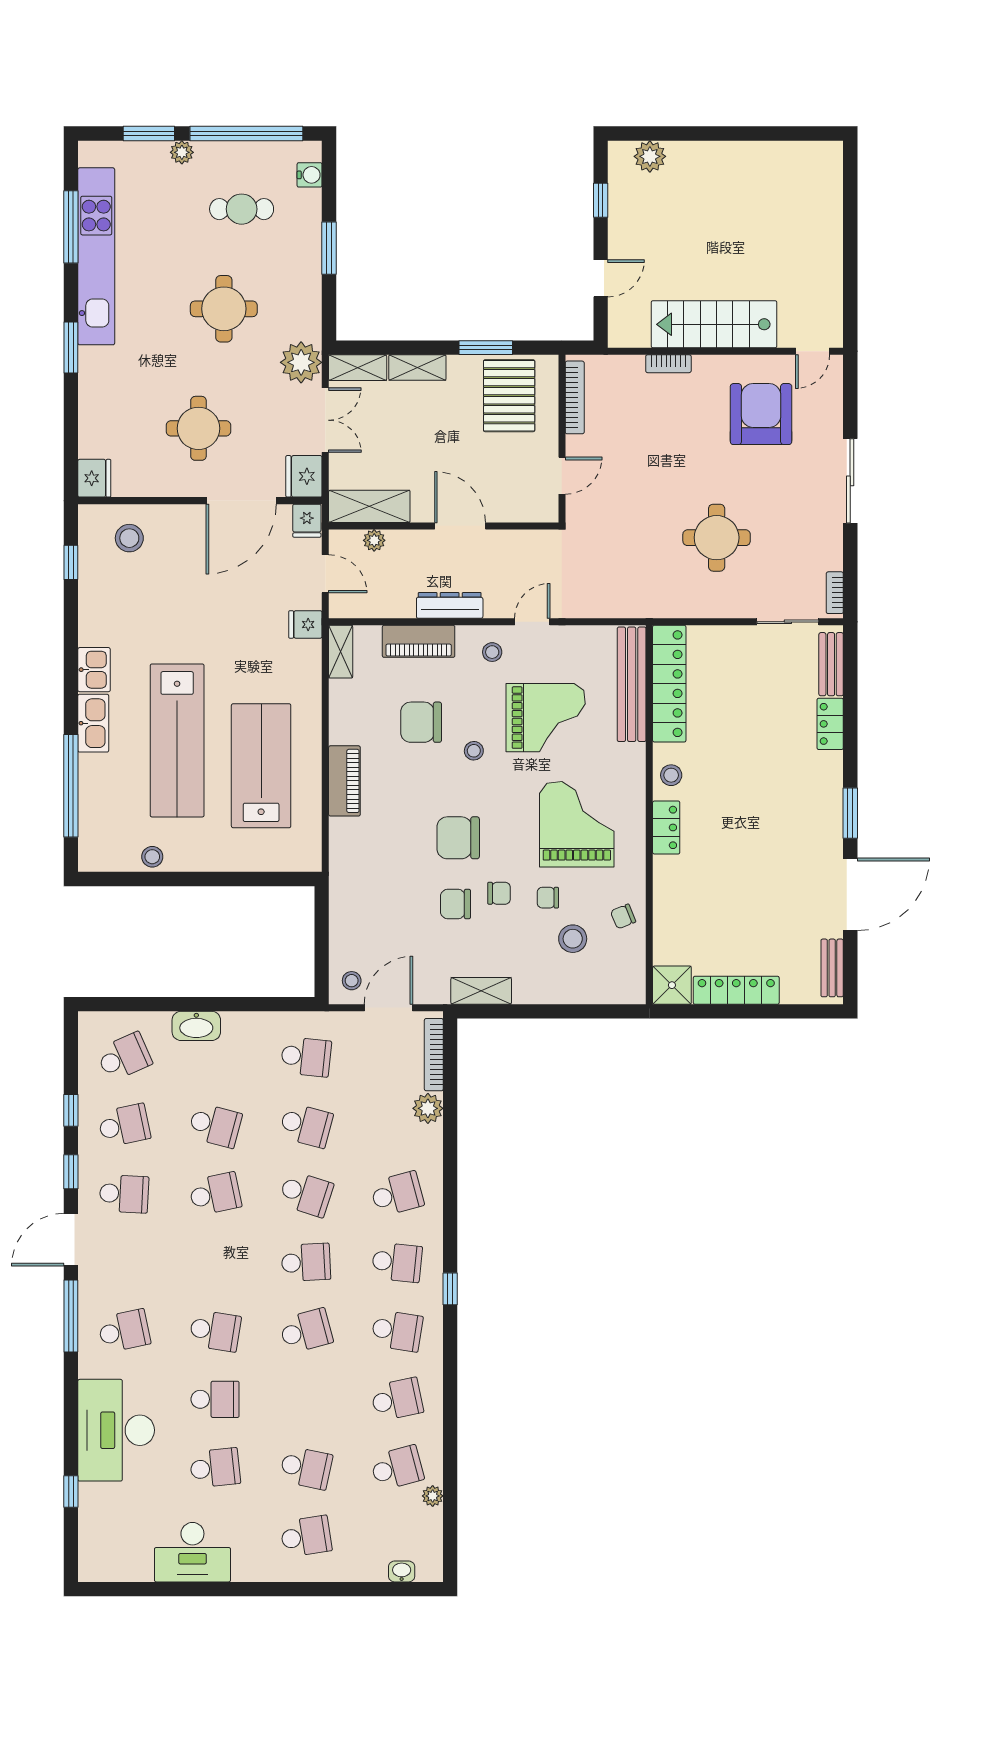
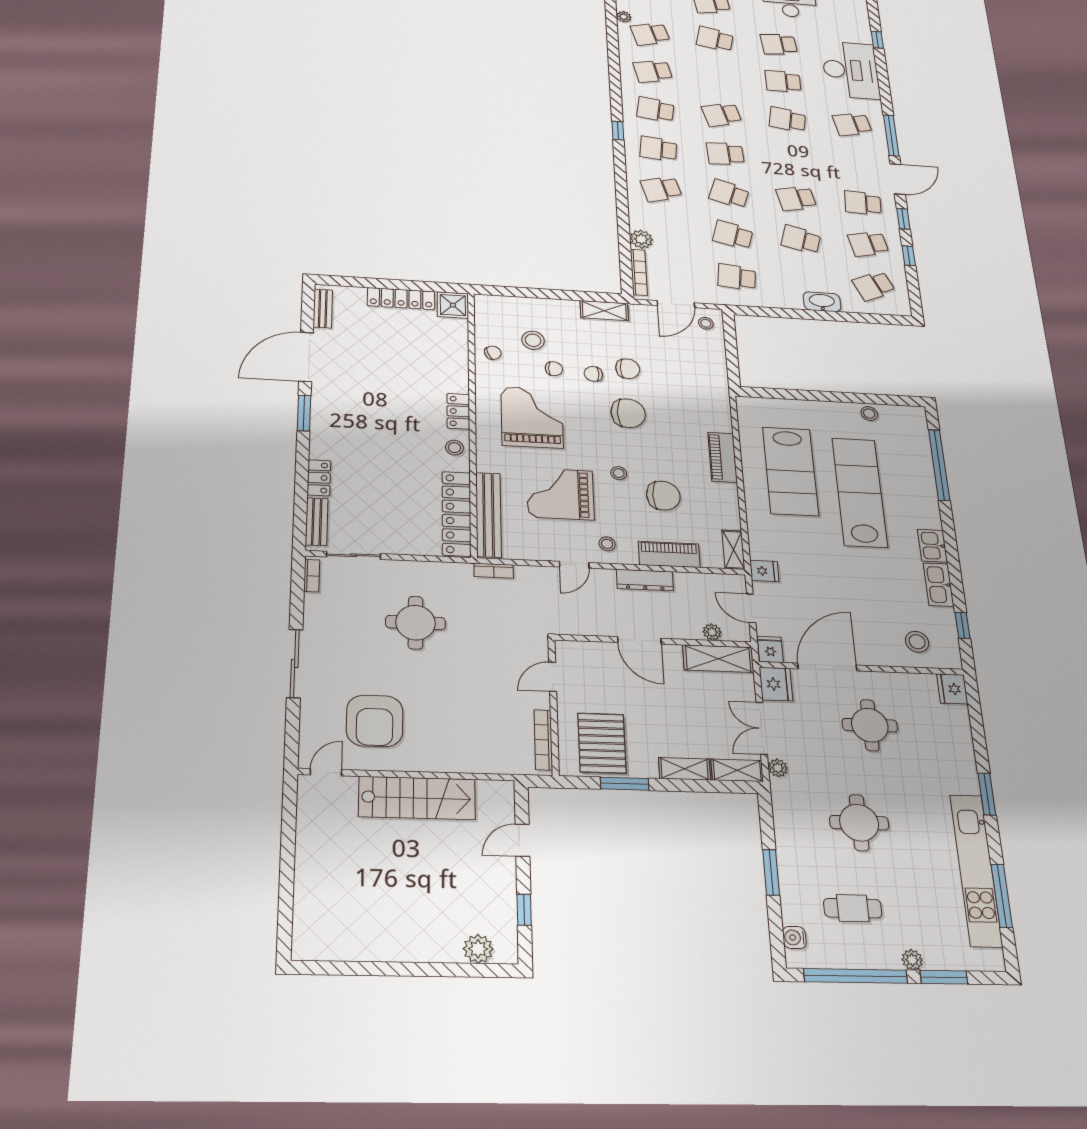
plant: (301, 362) -> (778, 768), width x0.53, depth x0.53
bookcase: (668, 364) -> (494, 571), moved, turned 180
kitchen sink: (93, 723) -> (939, 585), moved
grand piano: (577, 824) -> (532, 417), turned 180

